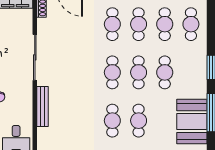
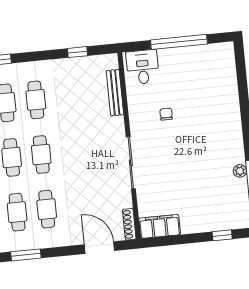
bench: (42, 106) -> (115, 93), moved

